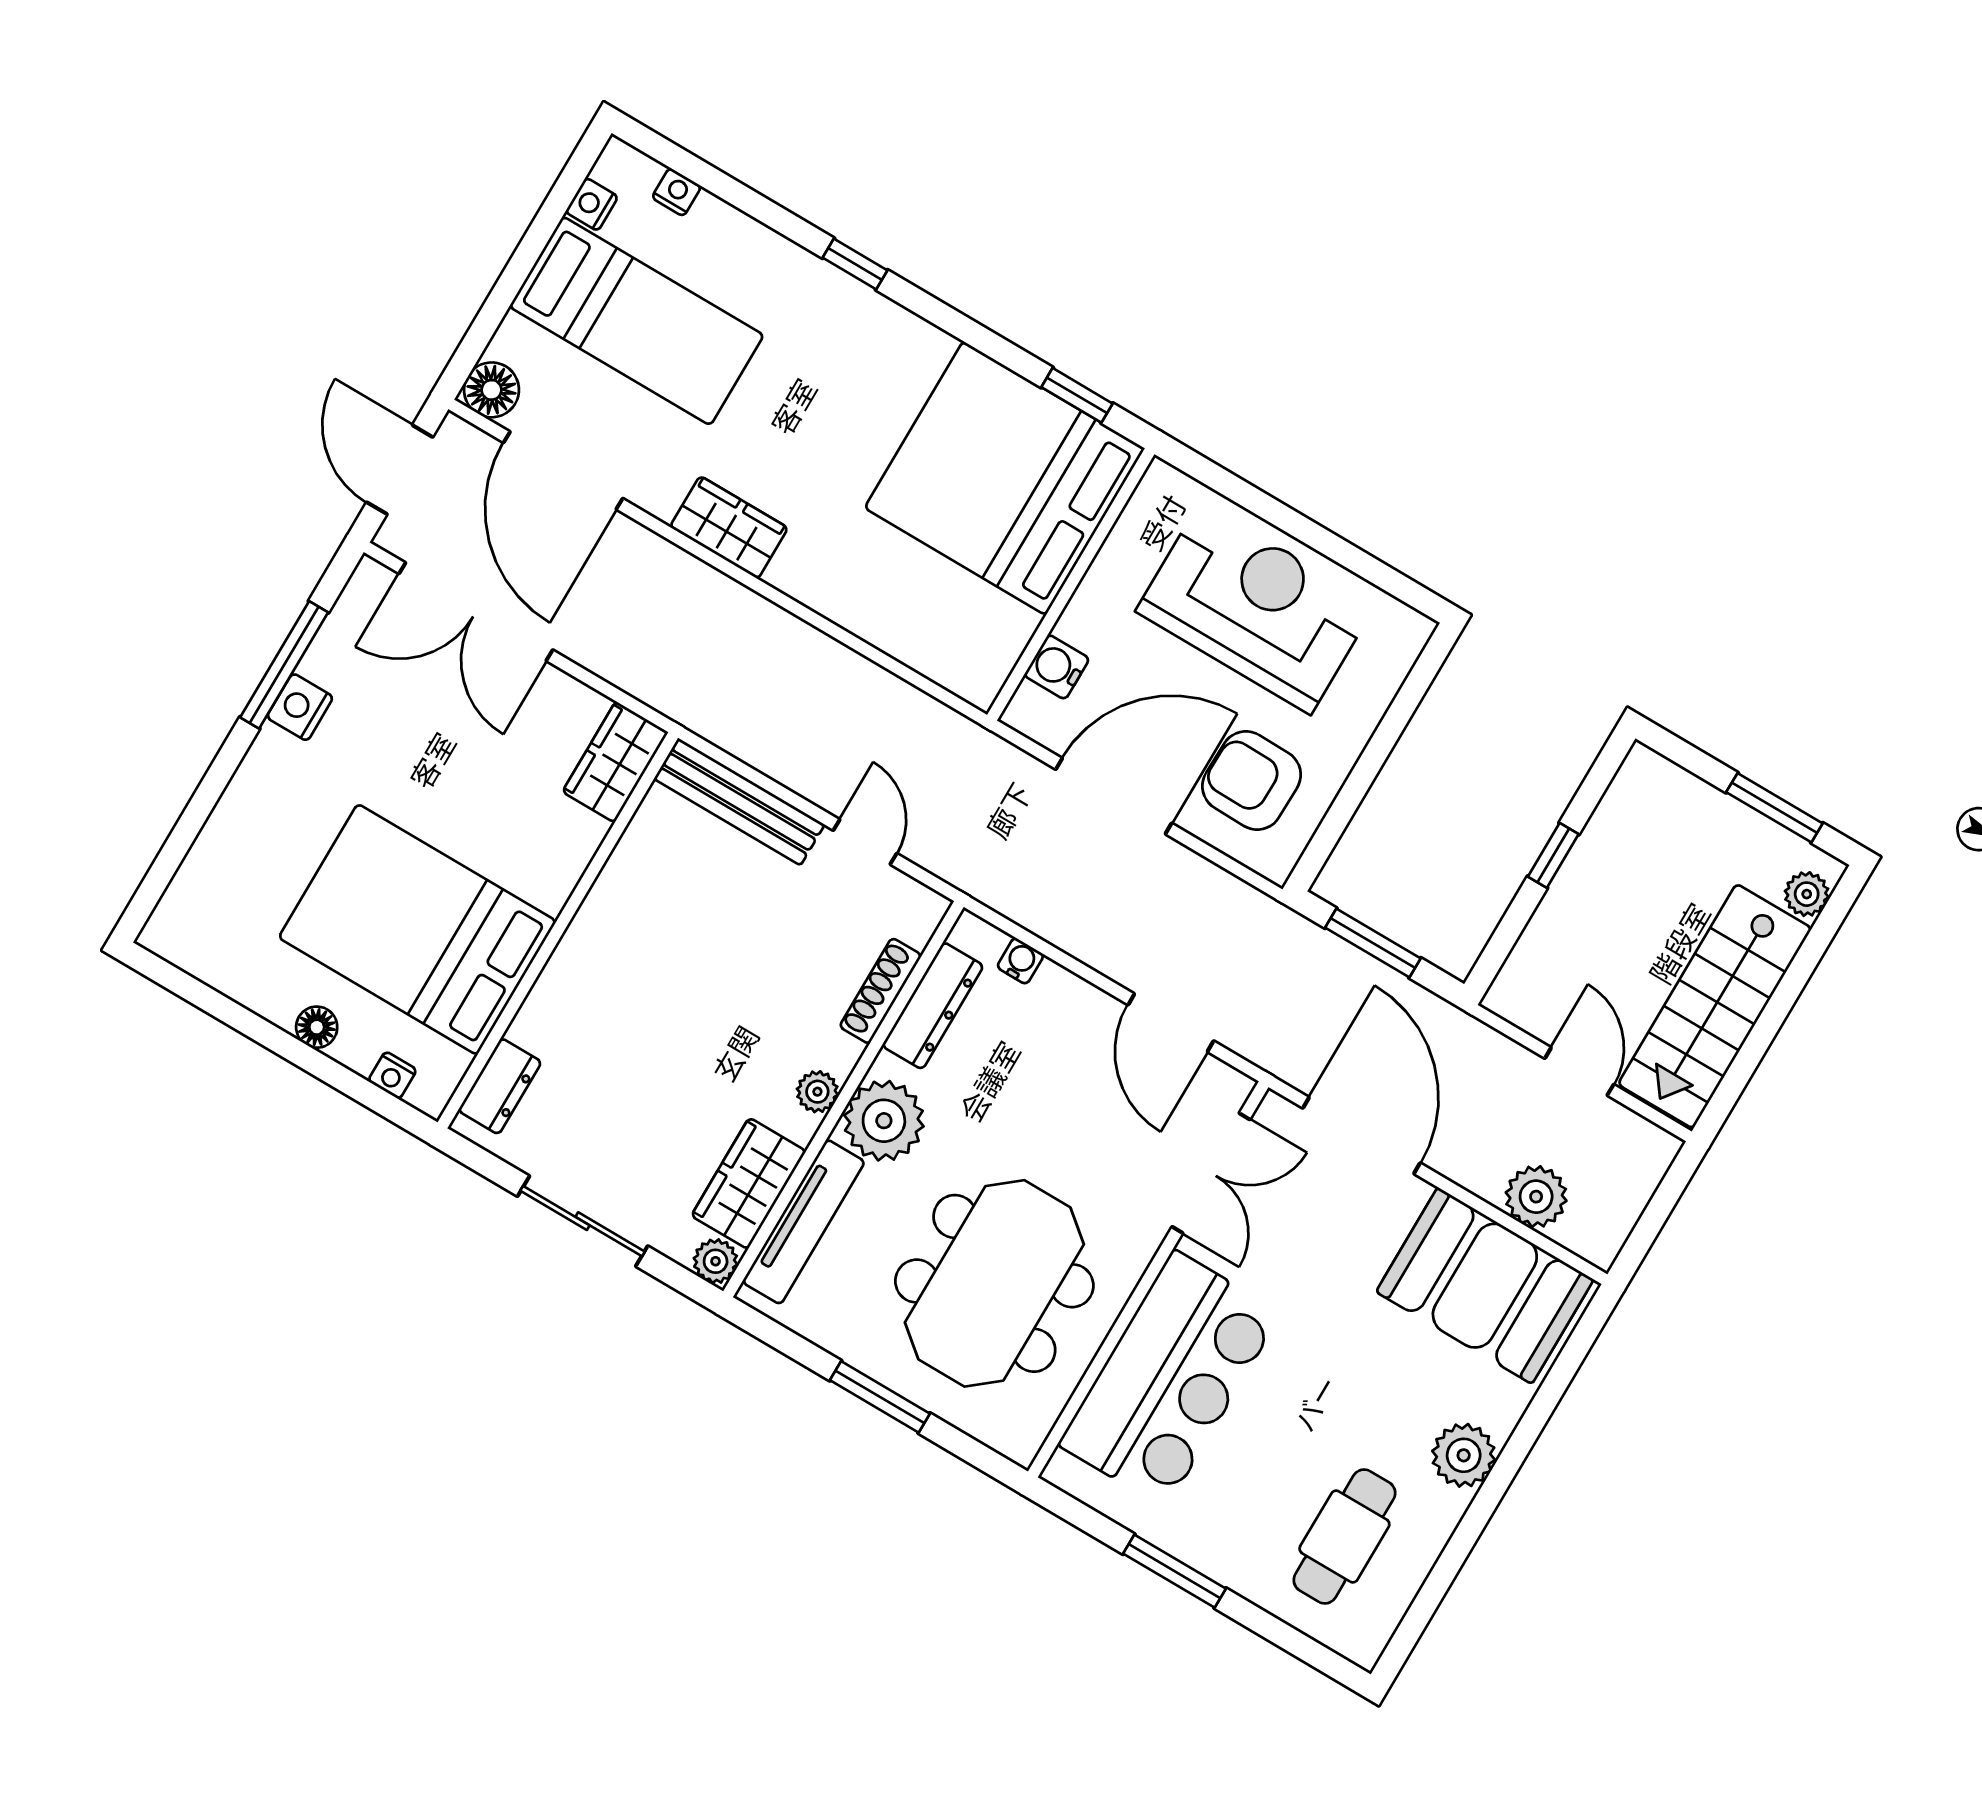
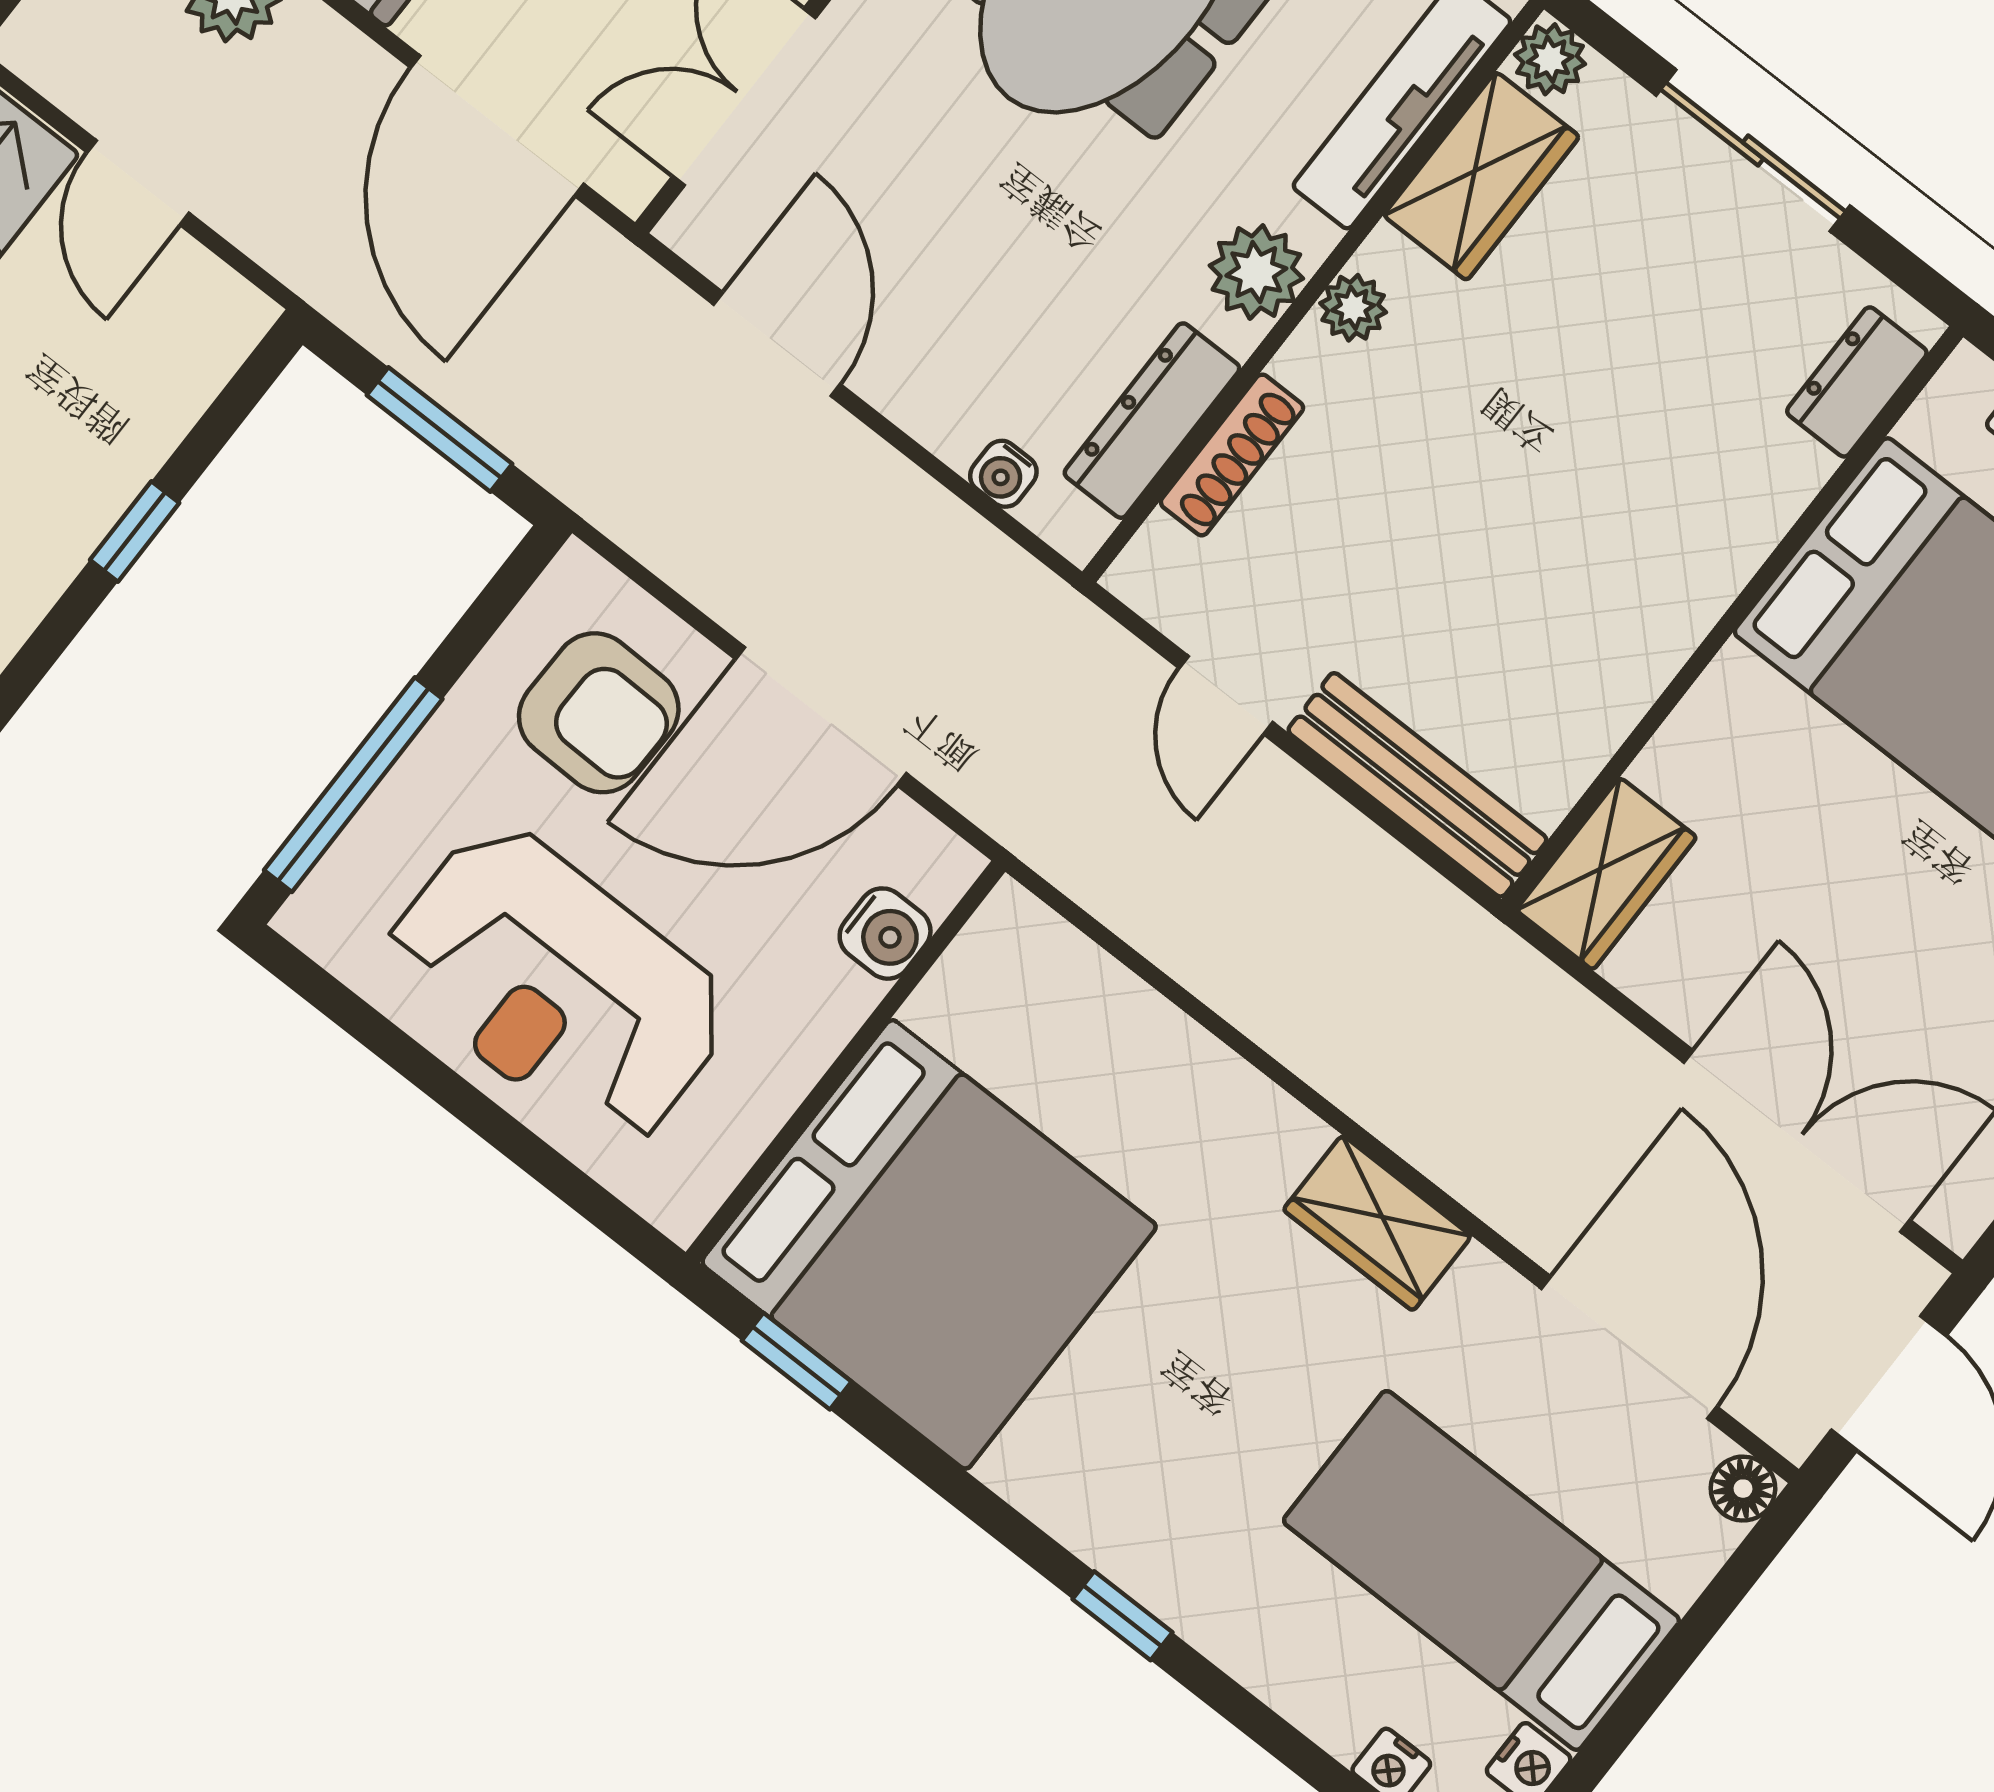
floor lamp: (492, 390) -> (1743, 1489), width x0.73, depth x0.73
window: (1398, 716) -> (353, 785), added
plant: (884, 1121) -> (1256, 272), width x0.73, depth x0.73

